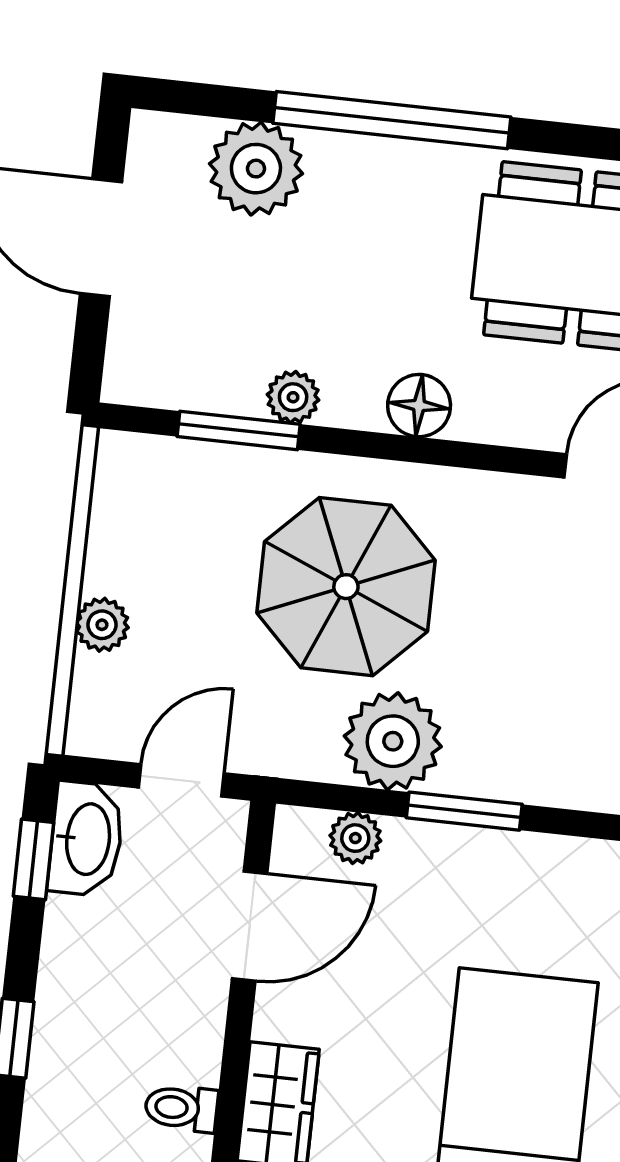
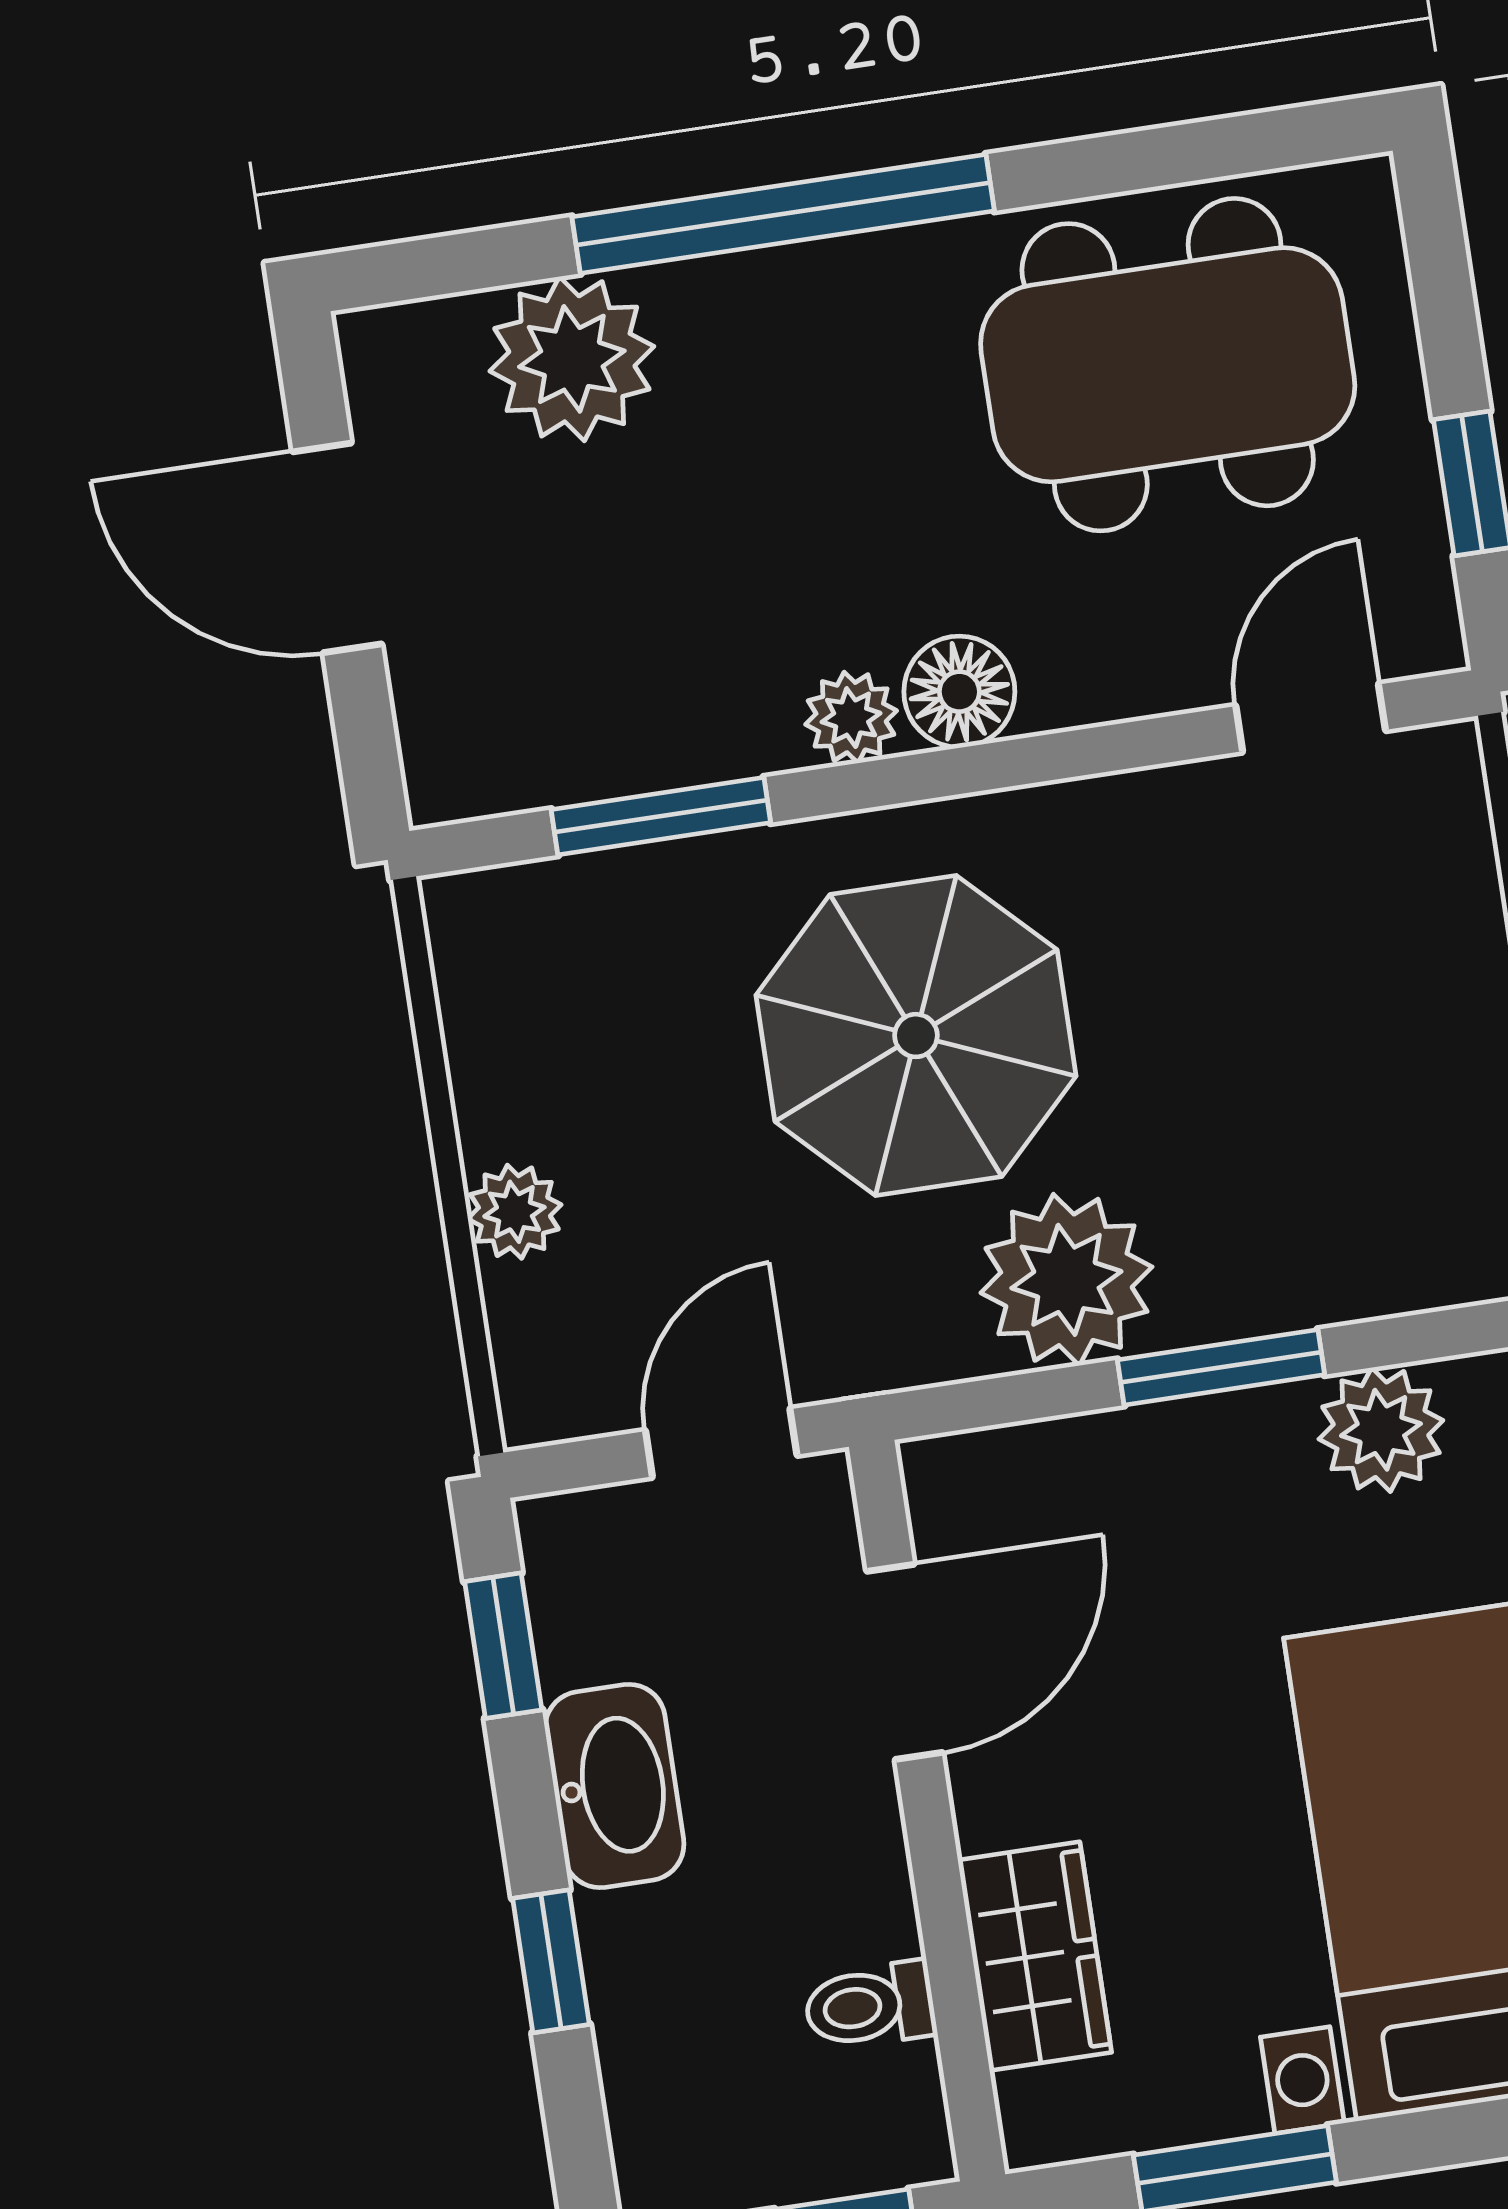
plant: (293, 397) -> (851, 718), moved
plant: (355, 838) -> (1381, 1430), moved, width x1.38, depth x1.38
washbasin: (86, 839) -> (614, 1786), moved

